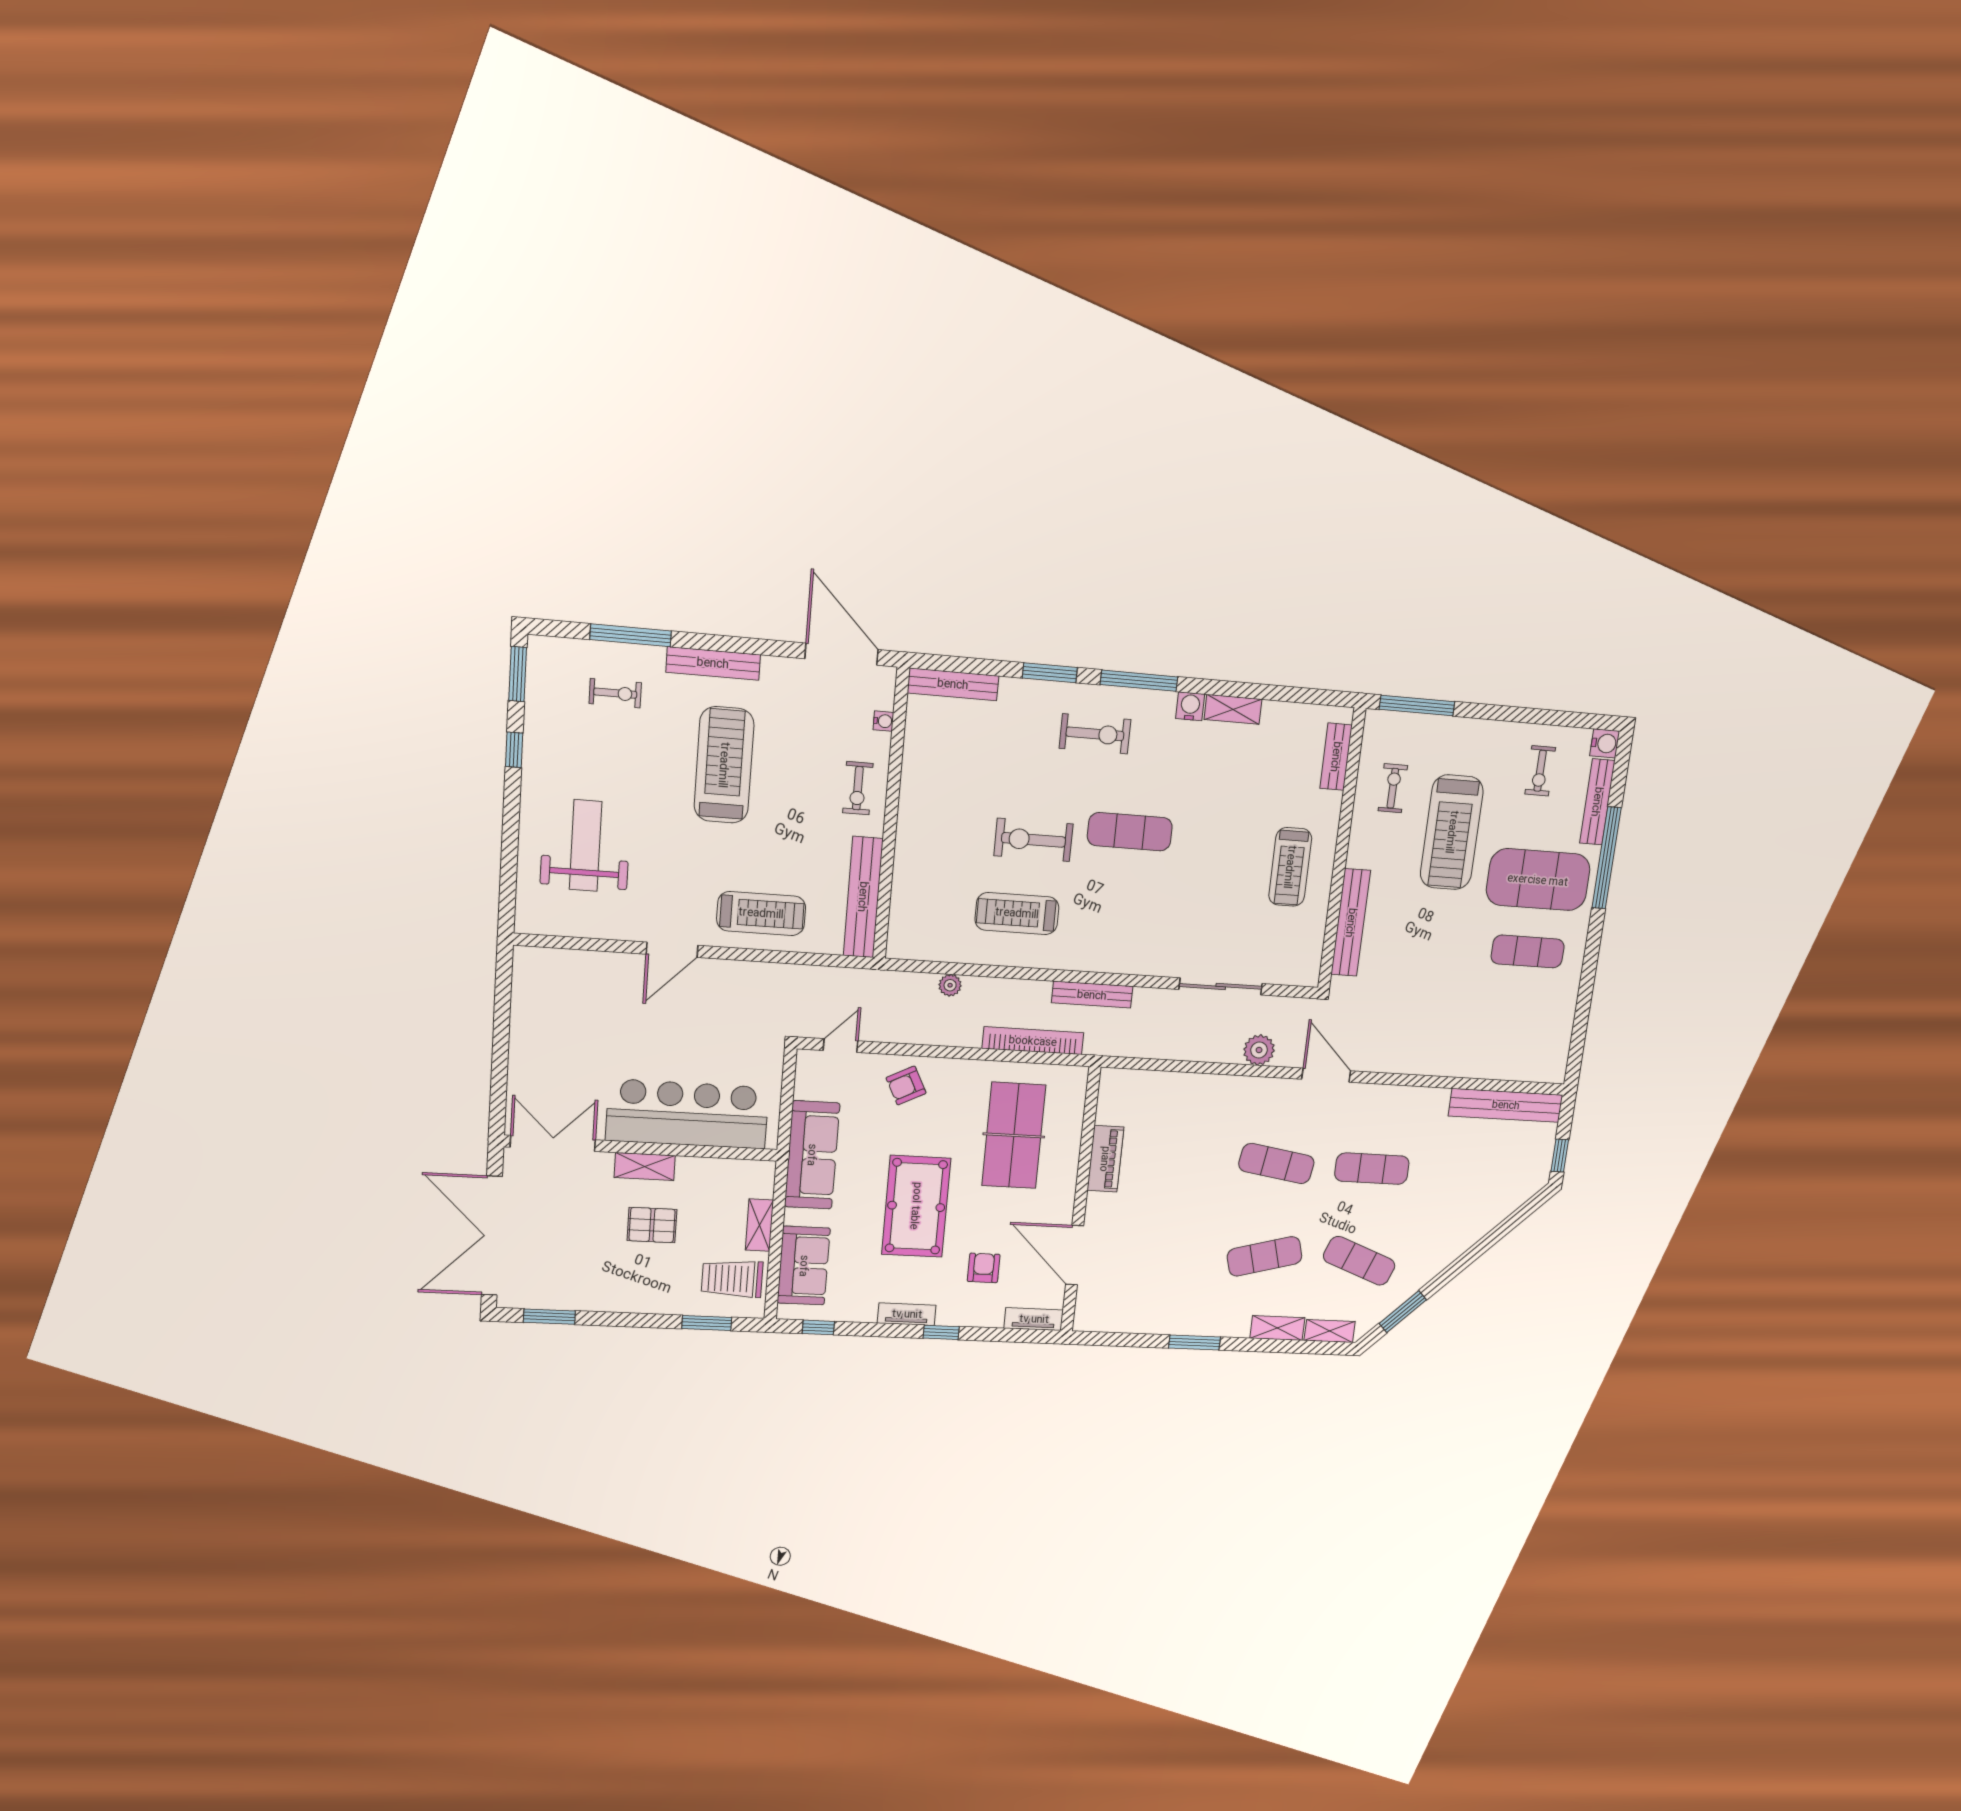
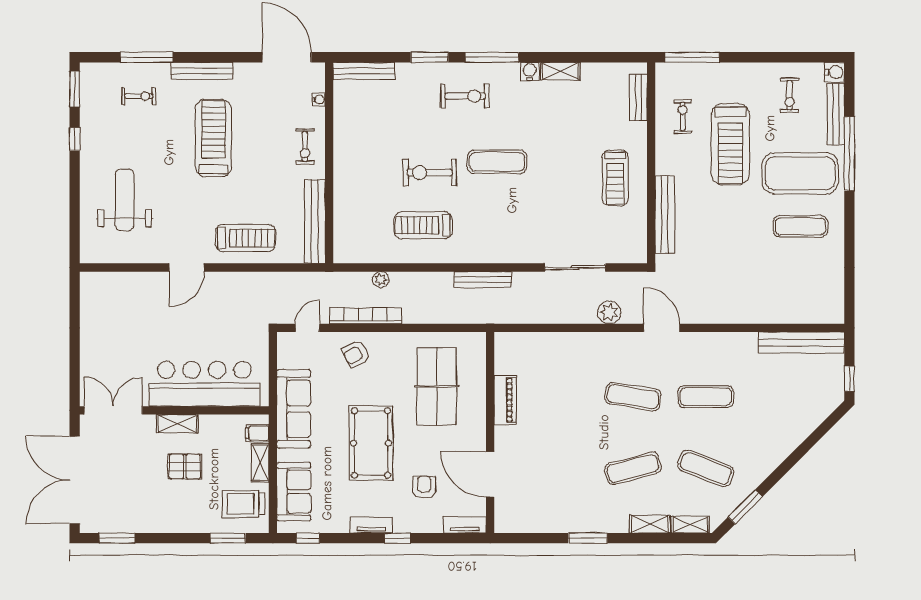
bookcase: (1033, 1041) -> (366, 316), moved
filing cabinet: (758, 1185) -> (257, 433), added

